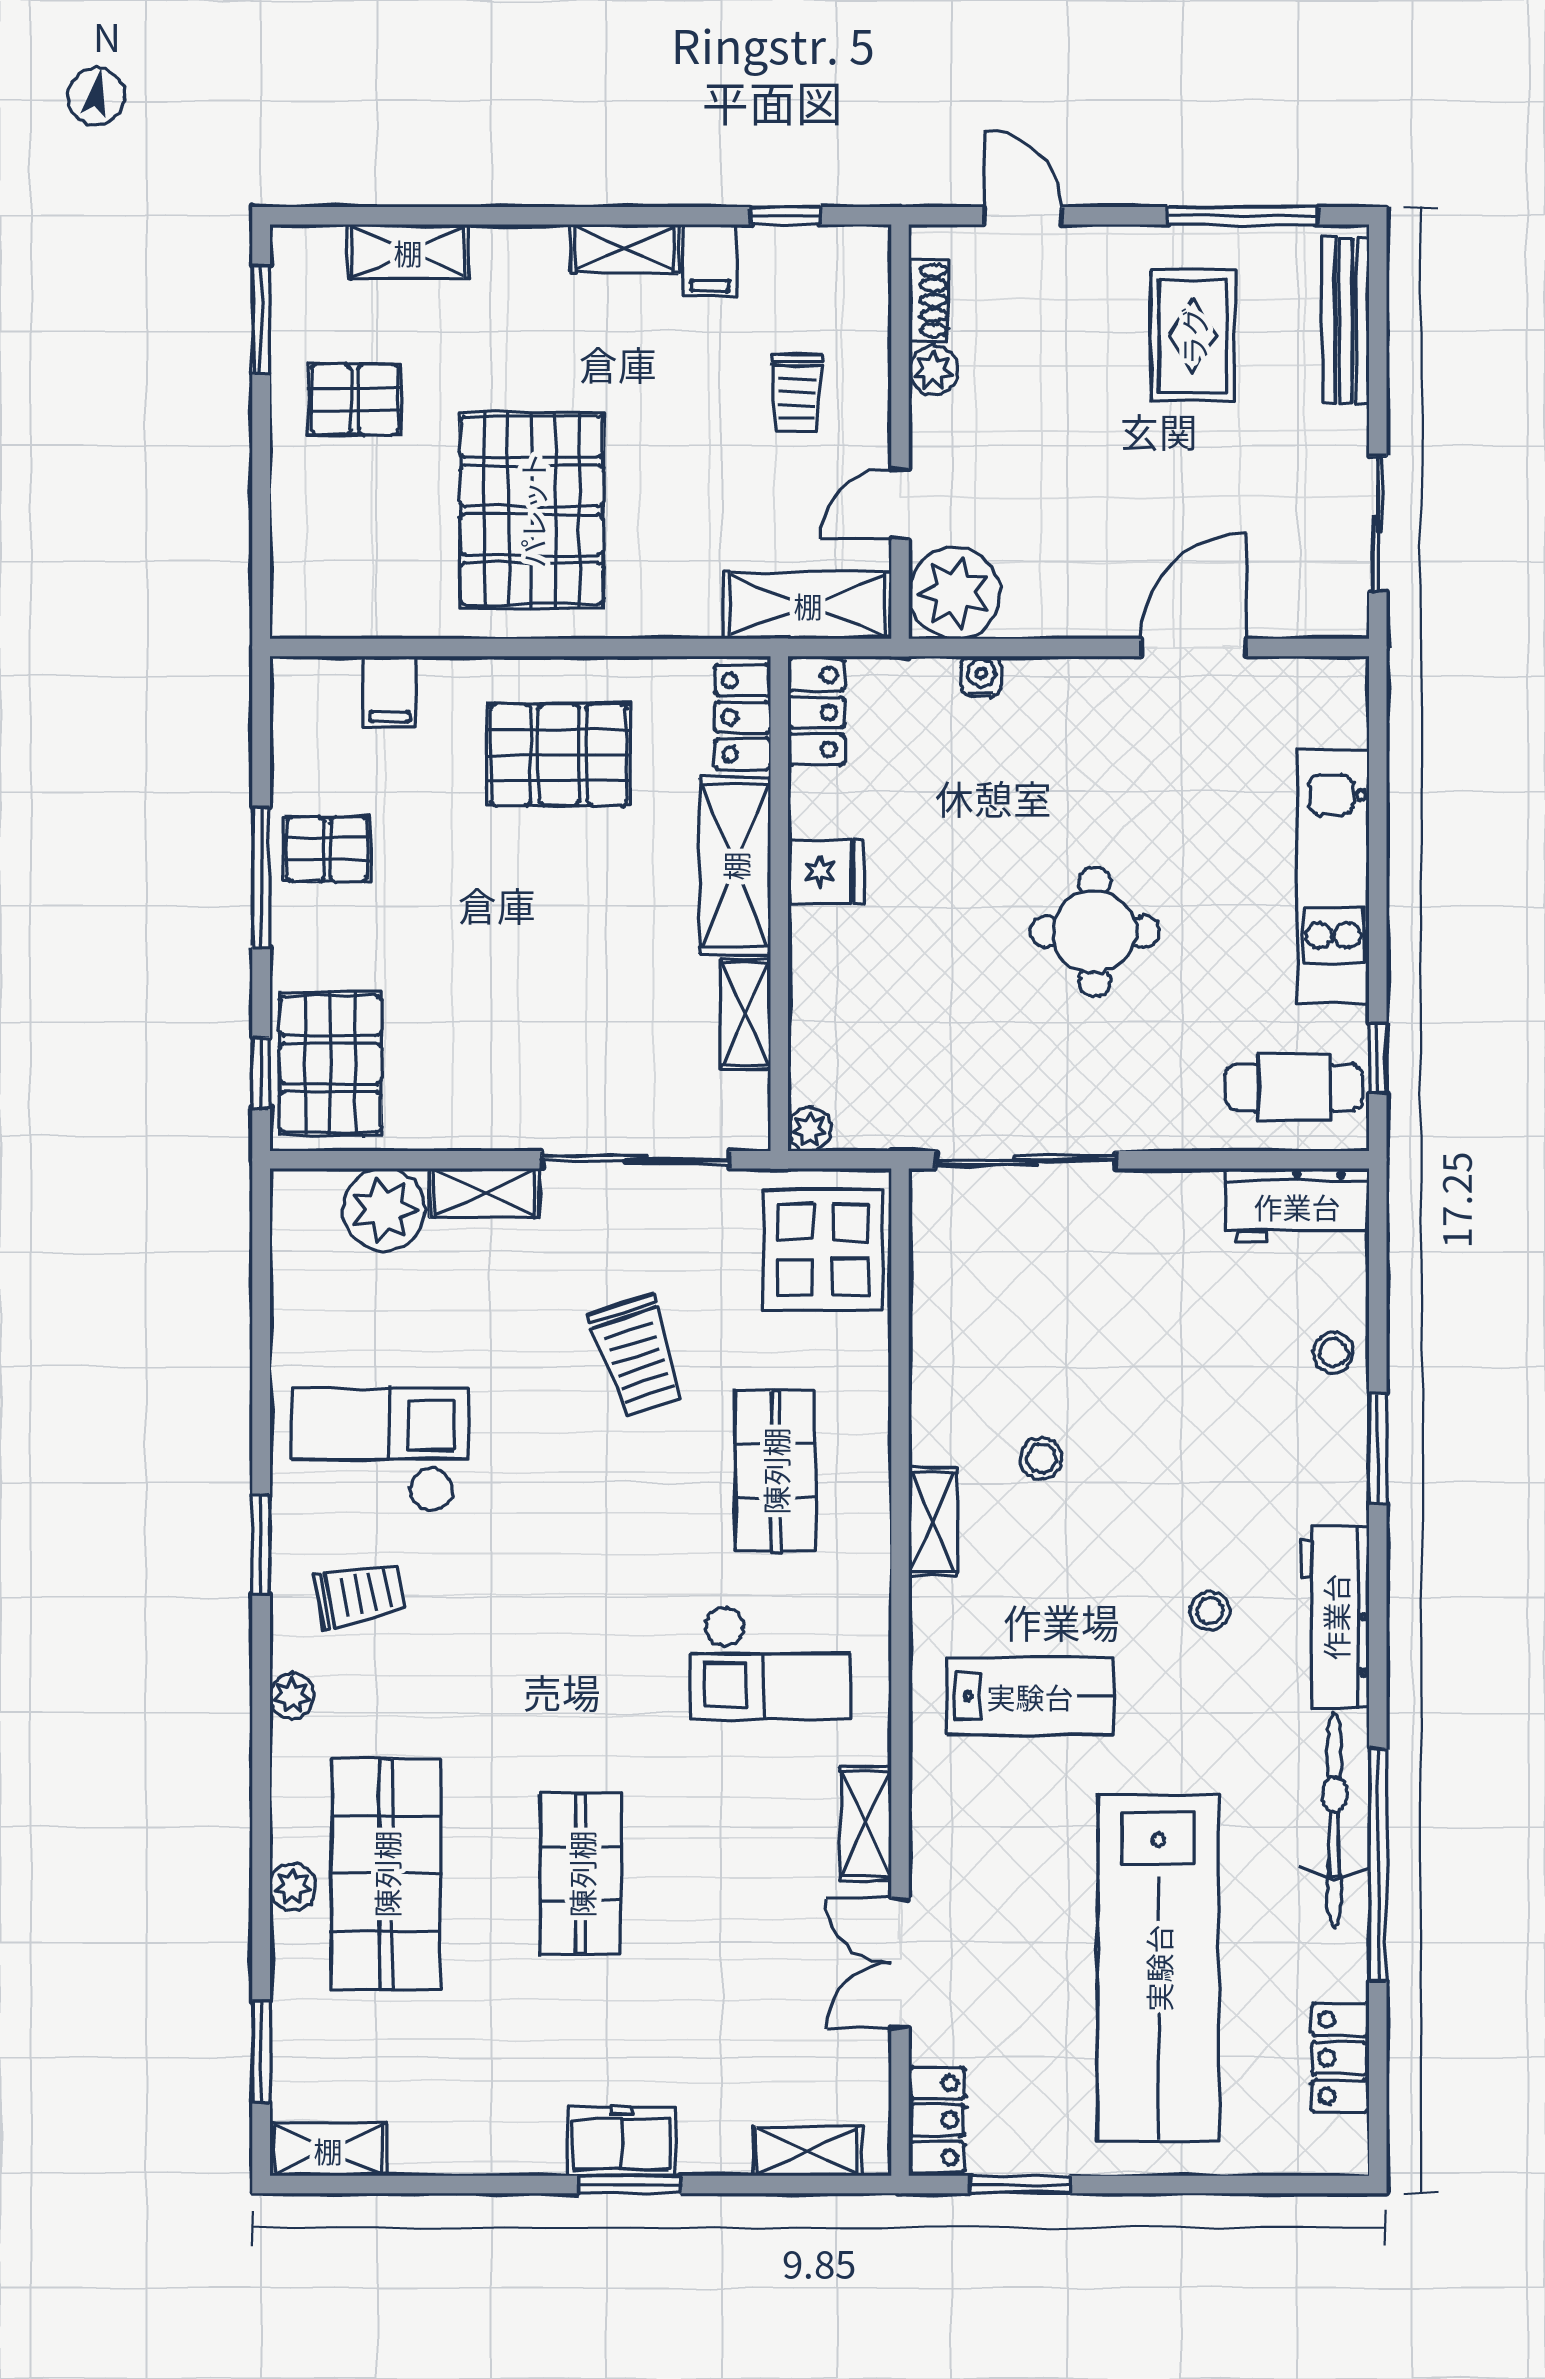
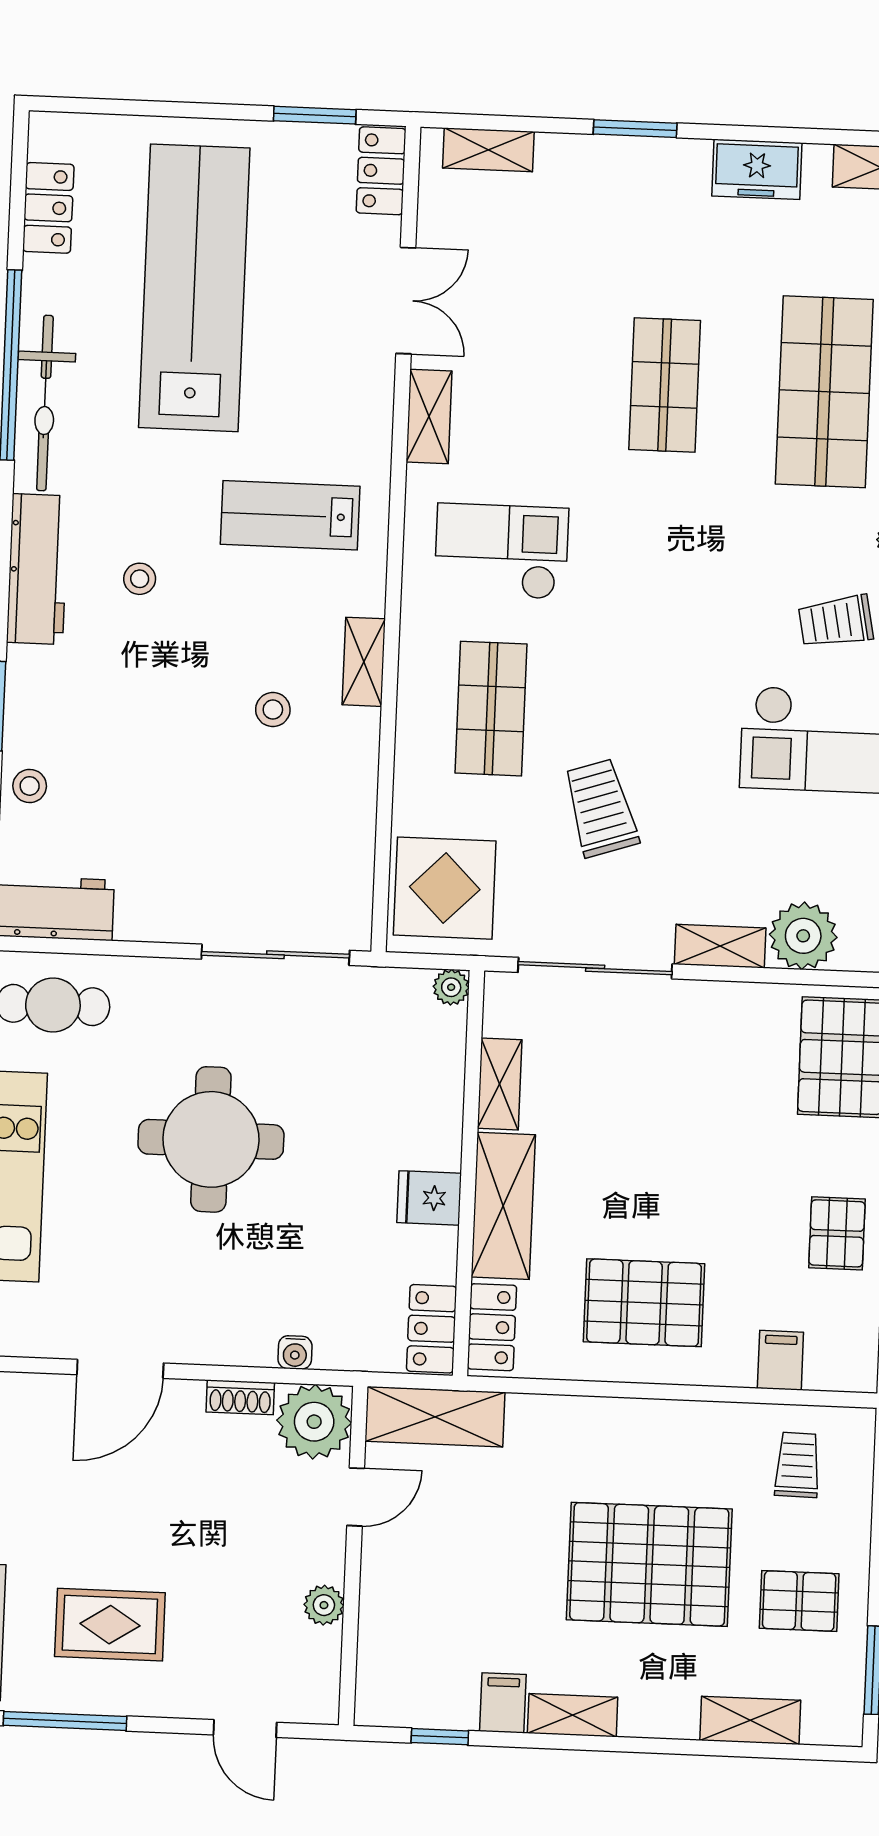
shoe rack: (929, 300) -> (240, 1397), moved, turned -90
rug: (1193, 336) -> (110, 1625), turned 90
trolley: (796, 394) -> (797, 1465), moved
pallet: (532, 510) -> (649, 1564), moved, turned 90
pallet: (327, 849) -> (837, 1233), turned 90
round table: (1095, 932) -> (211, 1139), width x1.36, depth x1.36
freezer: (621, 2141) -> (757, 169), moved

